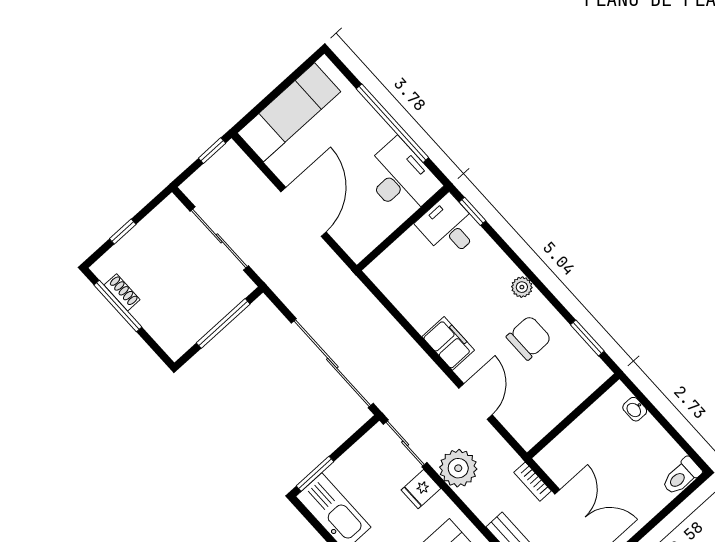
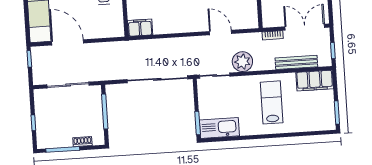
door: (303, 212) -> (68, 42), moved
shoe rack: (122, 292) -> (82, 142), moved
filing cabinet: (448, 343) -> (140, 28), moved
fridge: (421, 489) -> (239, 84), removed

